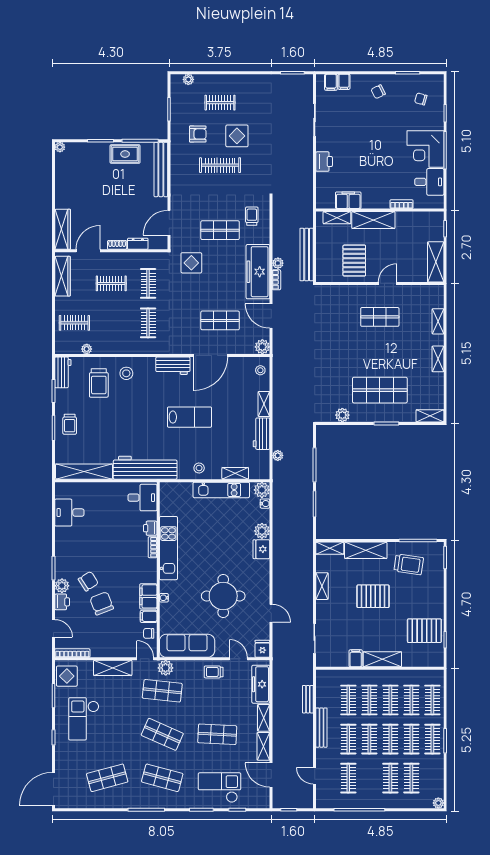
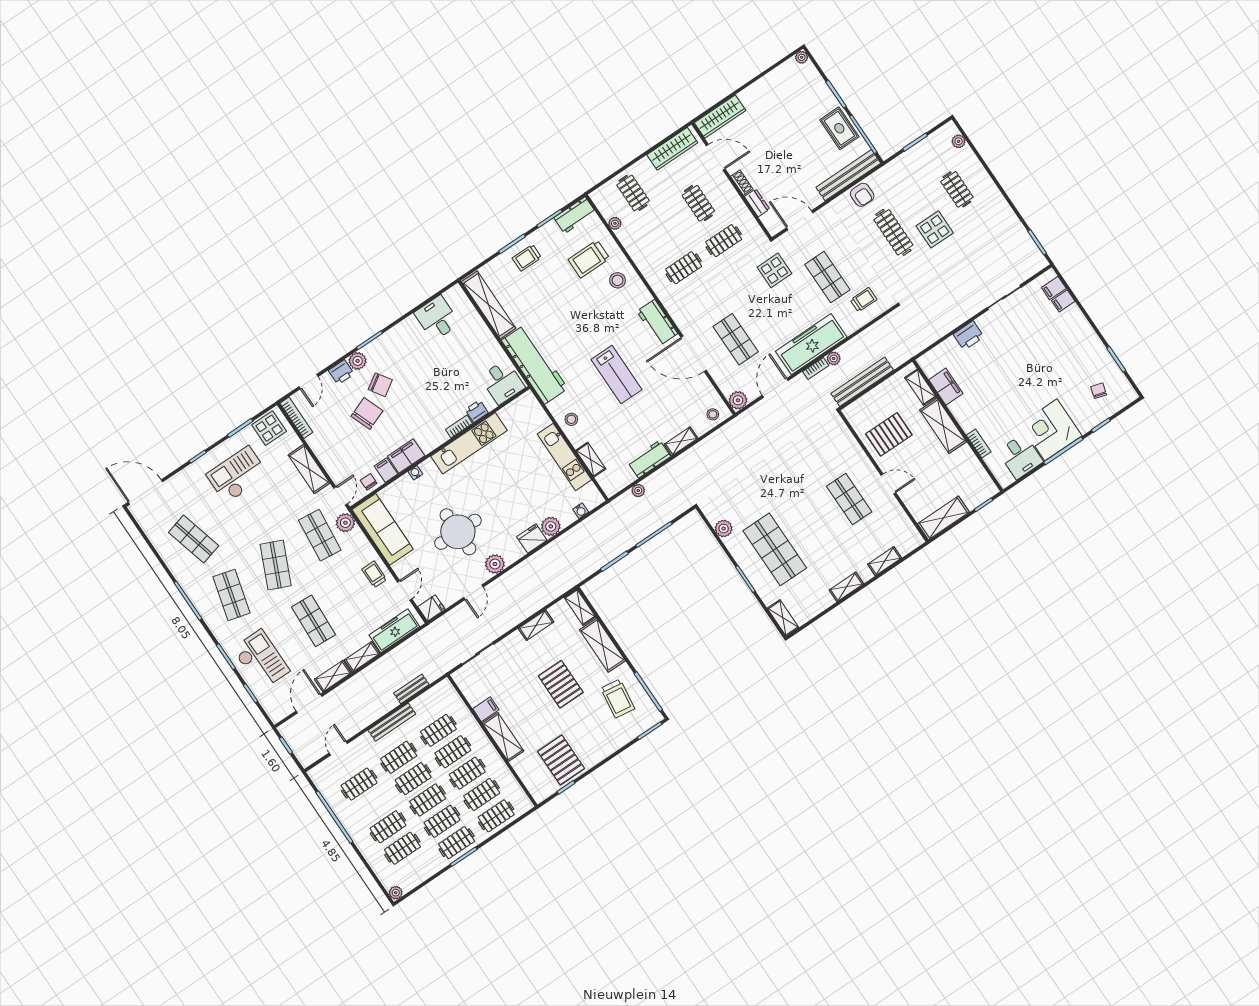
chair: (378, 92) -> (1077, 343), removed
armchair: (198, 134) -> (862, 195), moved
plant: (262, 490) -> (495, 564), moved

